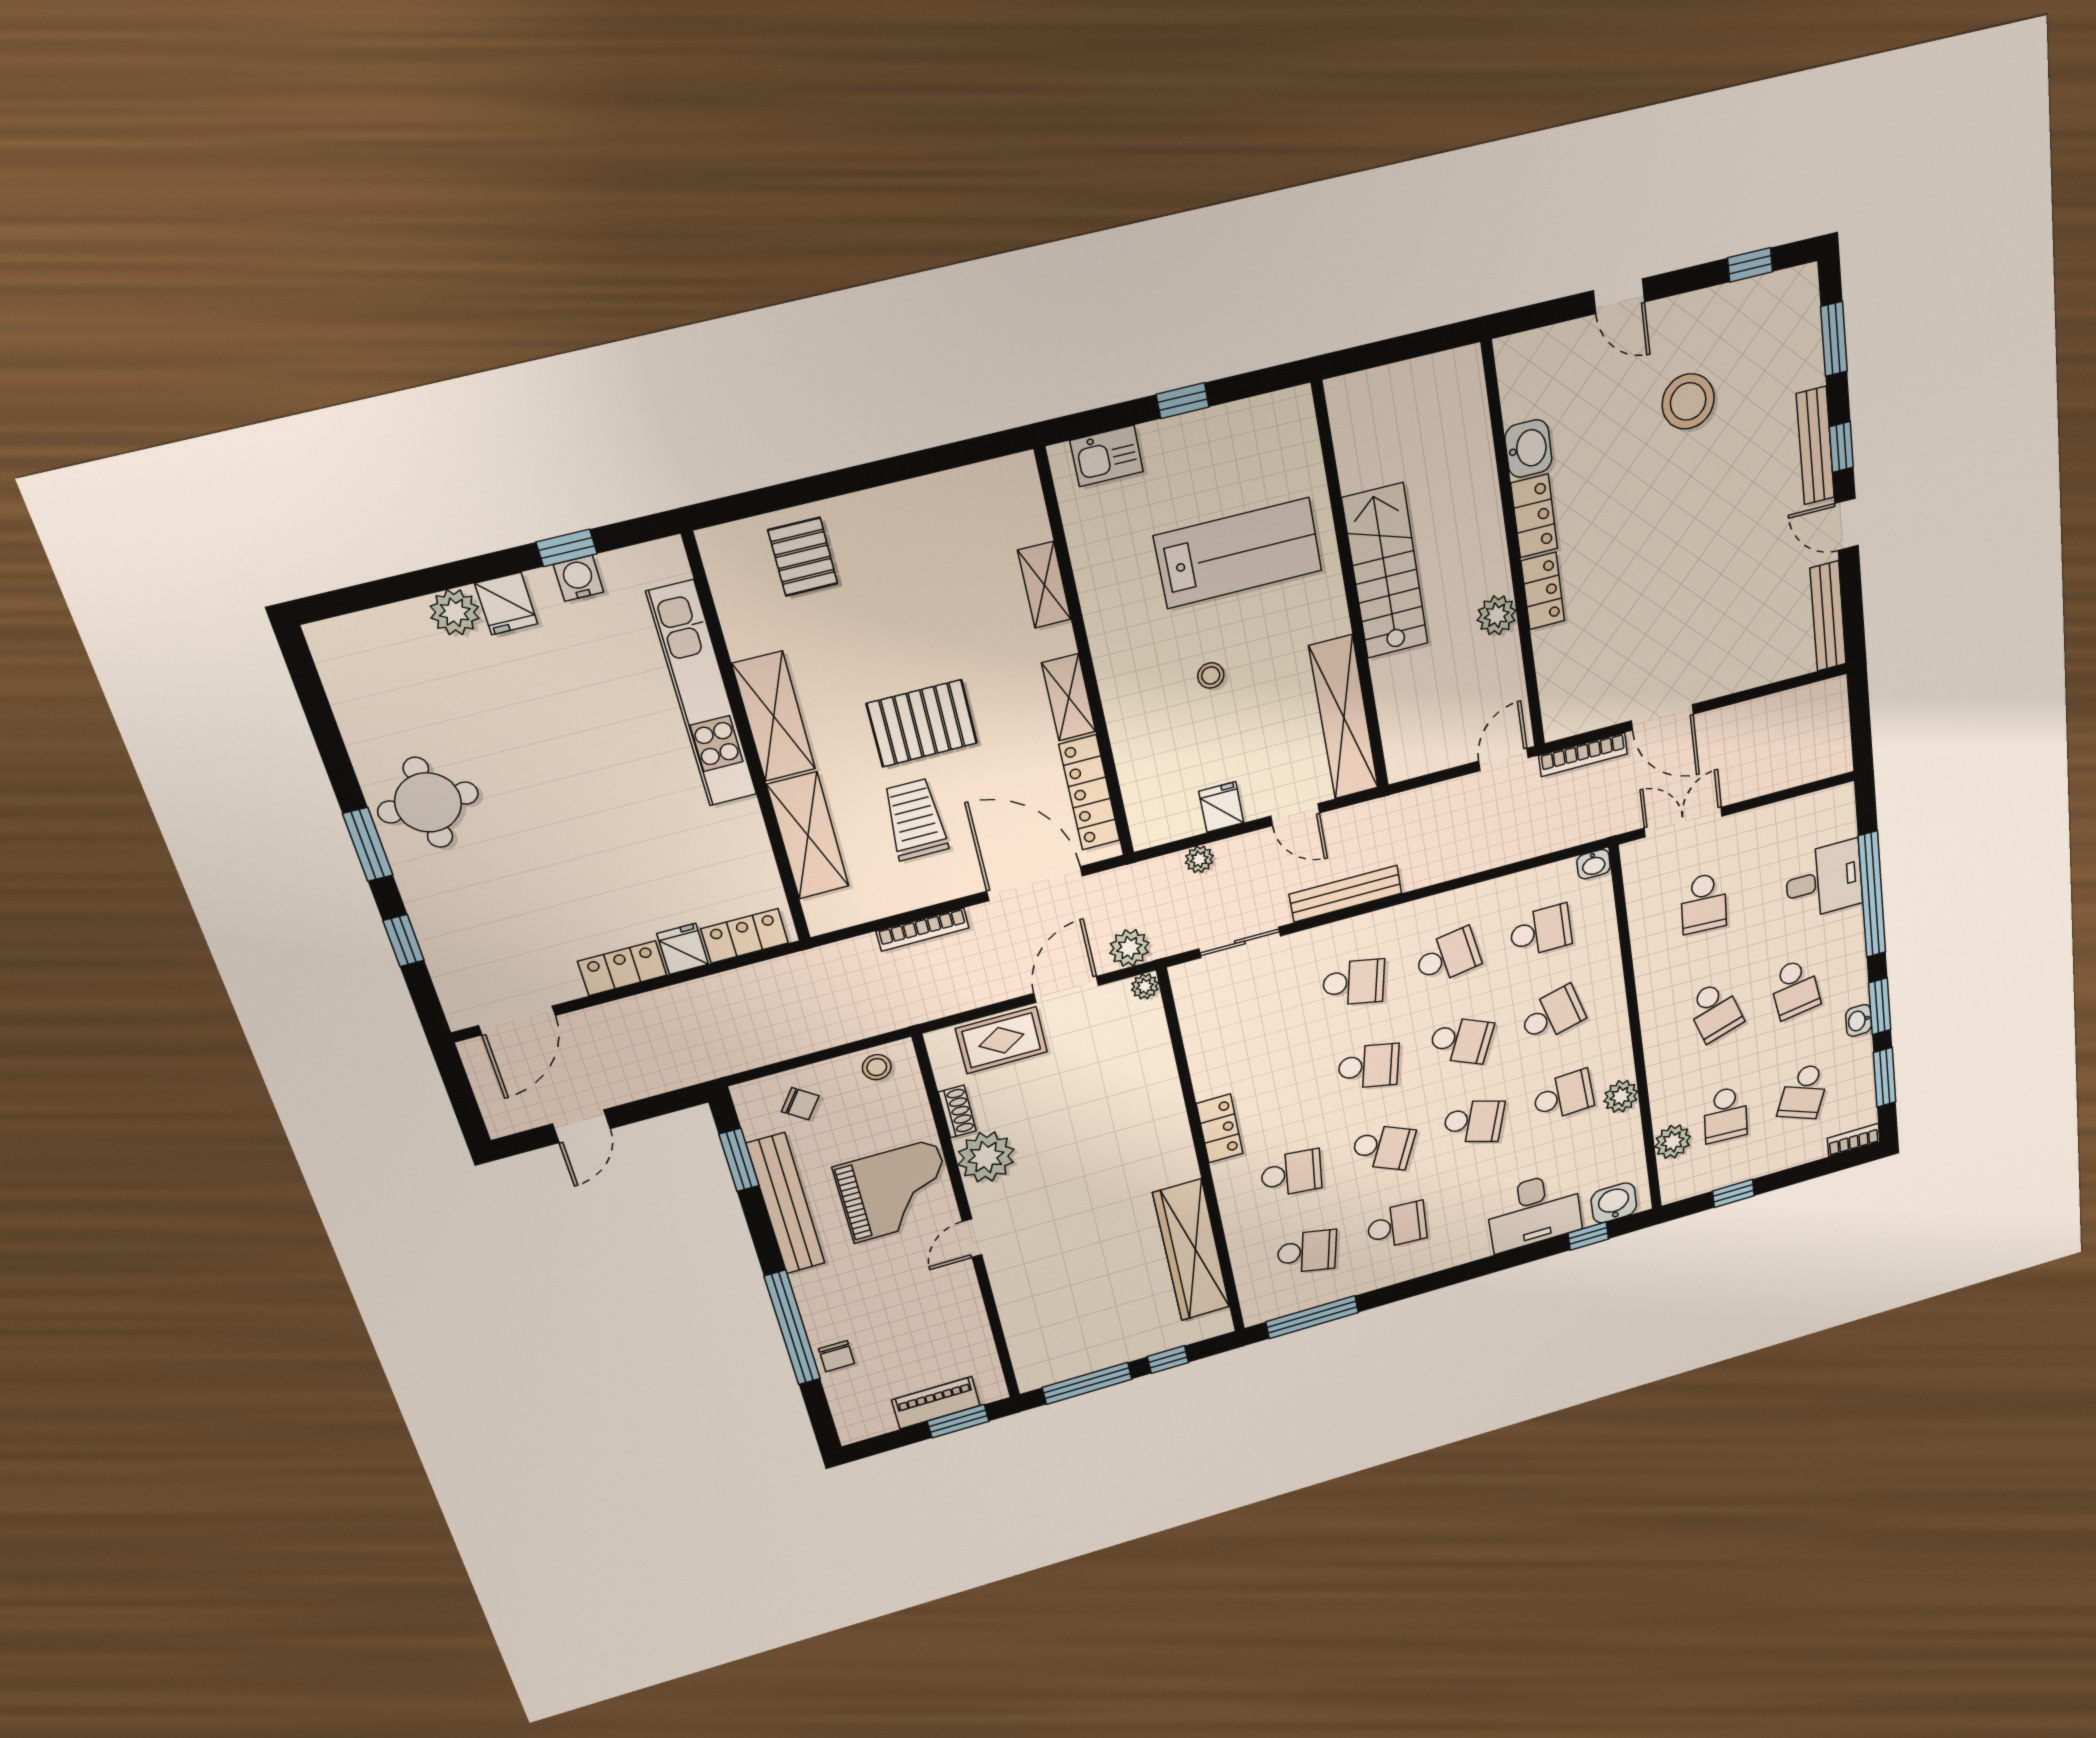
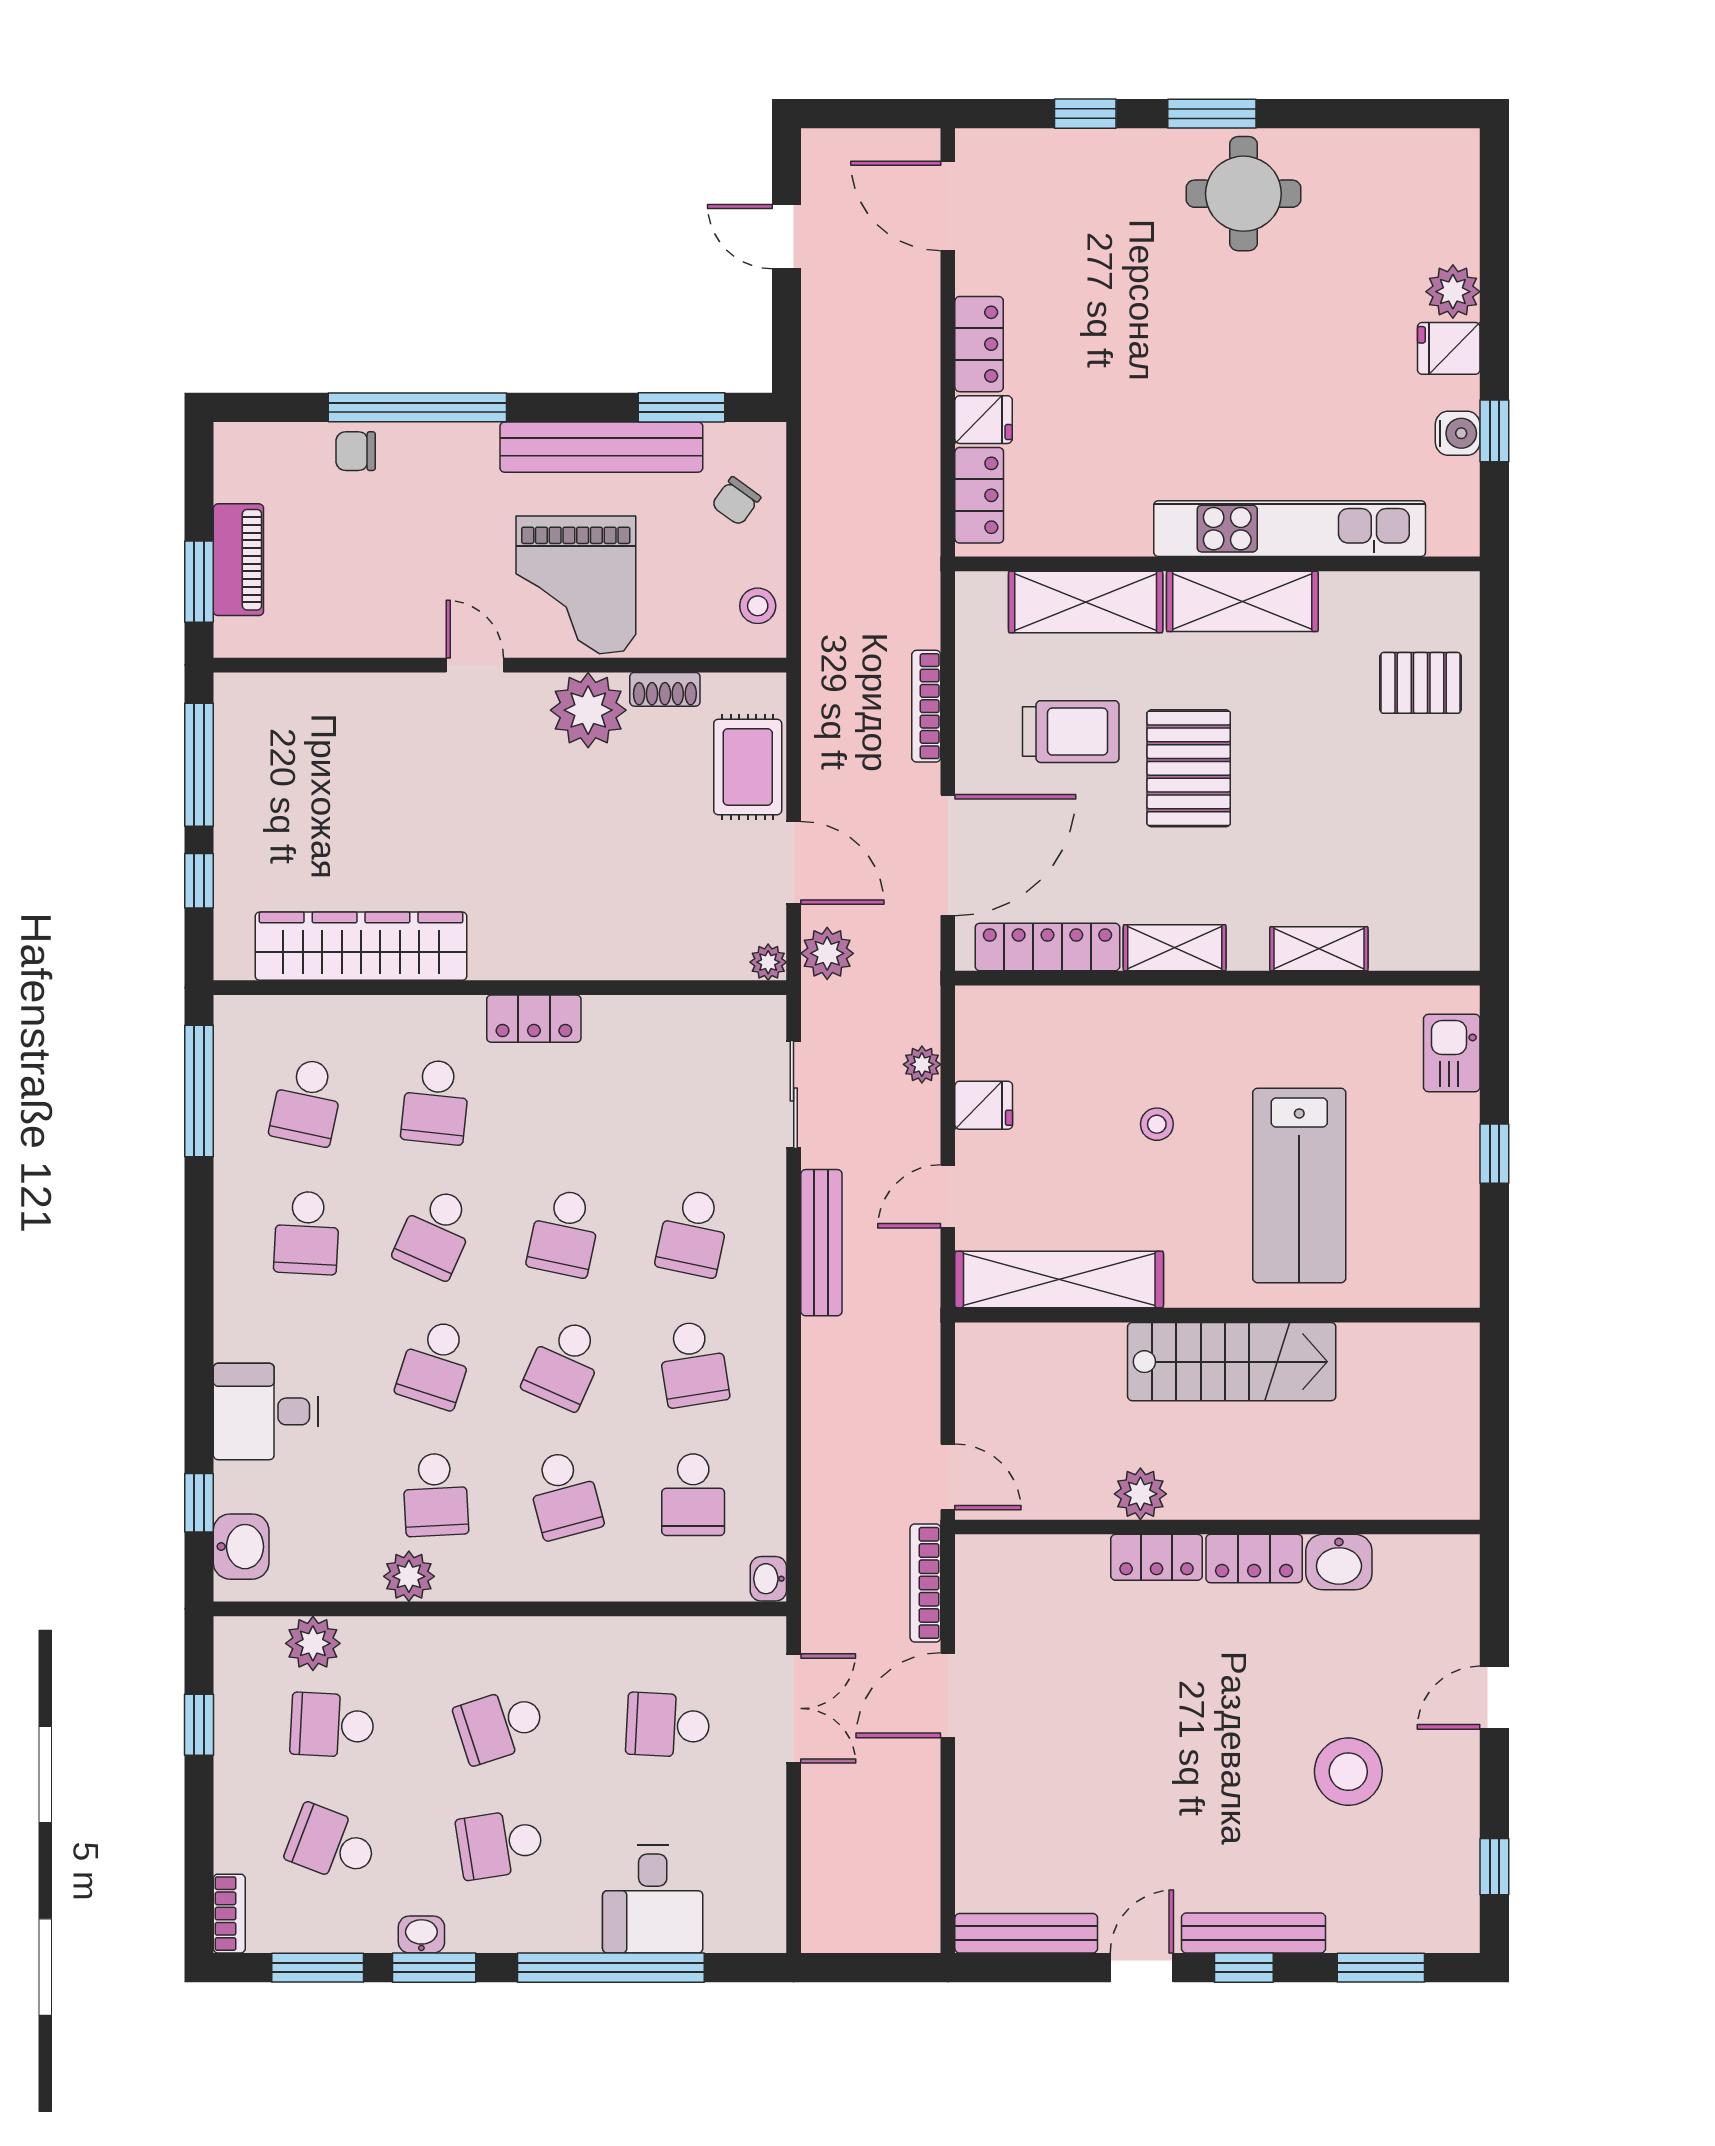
desk: (1534, 1211) -> (266, 1411), width x0.73

